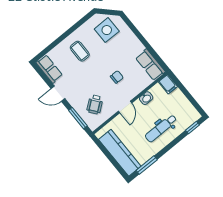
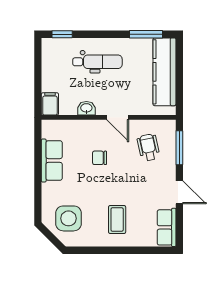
row of seats: (150, 65) -> (52, 160), moved
wheelchair: (95, 104) -> (148, 147), turned -64
door: (125, 107) -> (118, 117), swing flipped

